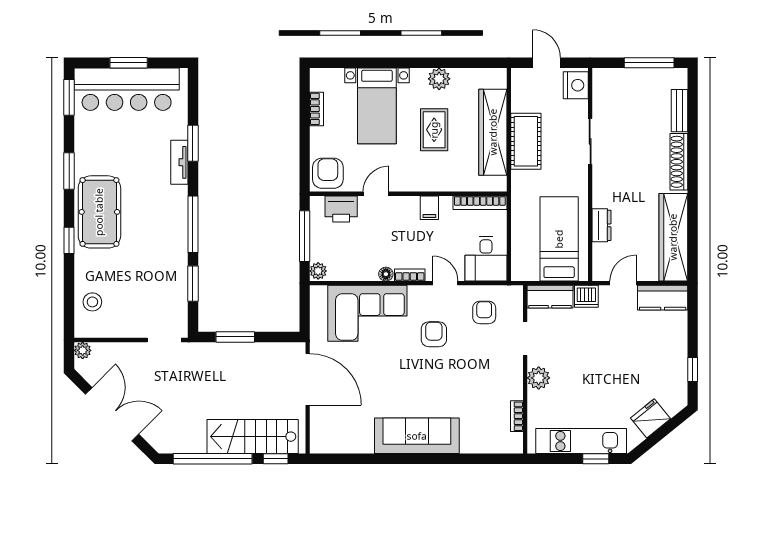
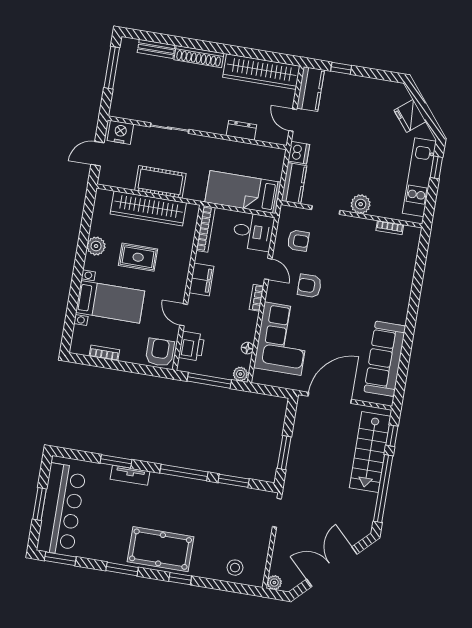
armchair: (328, 173) -> (160, 352), turned 90
filing cabinet: (429, 208) -> (202, 280), width x2.00
bed: (559, 239) -> (243, 192), moved
floor lamp: (386, 274) -> (247, 348), moved
door: (445, 283) -> (268, 269), swing flipped
armchair: (484, 312) -> (298, 241), turned 180
window: (693, 369) -> (341, 68), moved
sofa: (417, 436) -> (385, 359), moved

